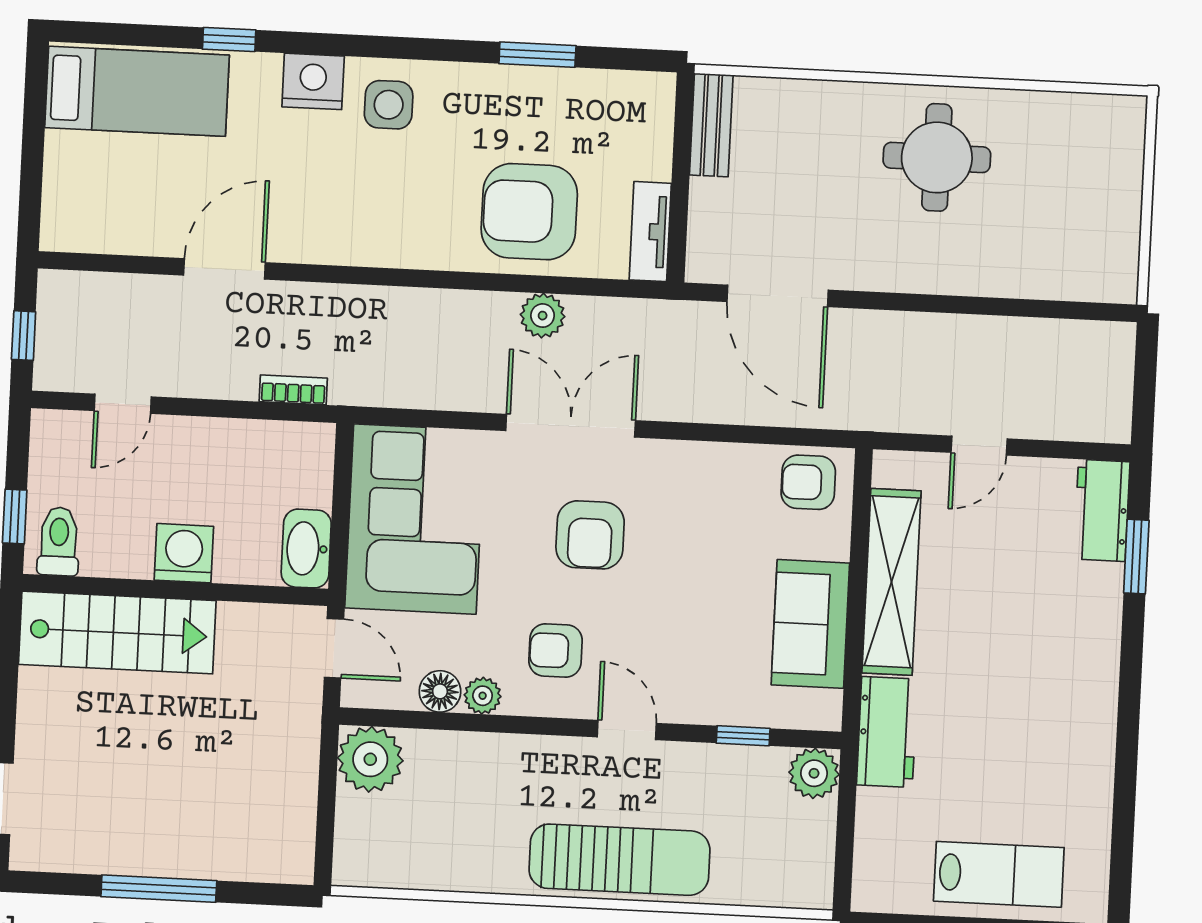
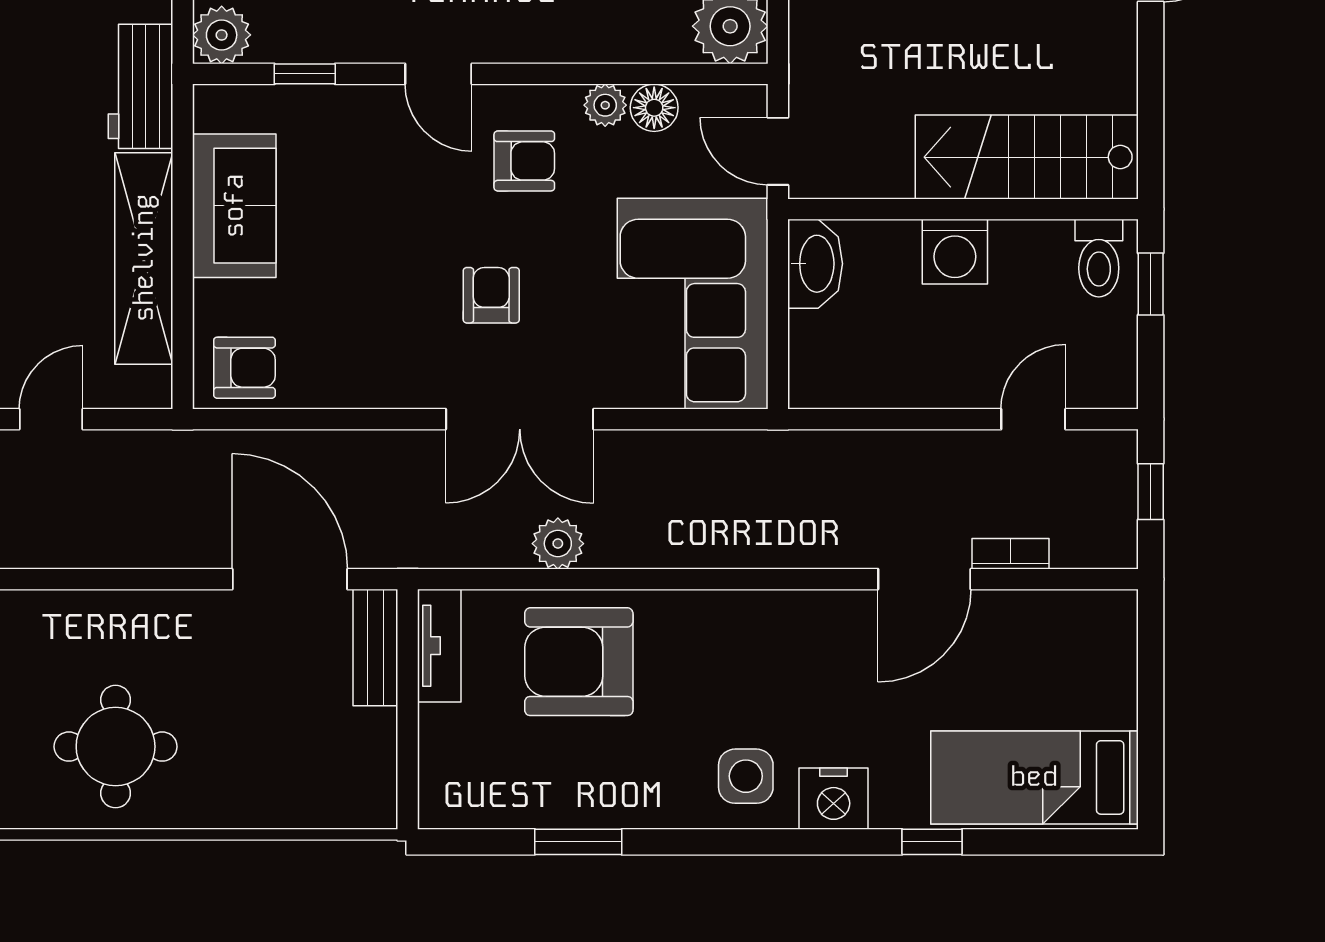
bench: (711, 125) -> (375, 648), moved
armchair: (529, 212) -> (579, 662), turned 180
bookcase: (293, 390) -> (1011, 554), moved, turned 180
armchair: (590, 535) -> (491, 295), width x0.72, depth x0.72

